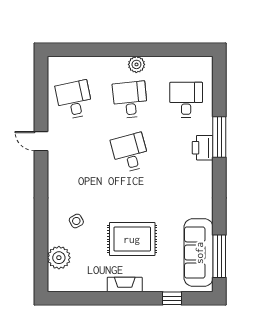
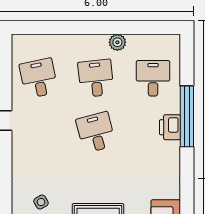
plant: (136, 64) -> (117, 42), moved
window: (219, 137) -> (187, 116), width x1.46

